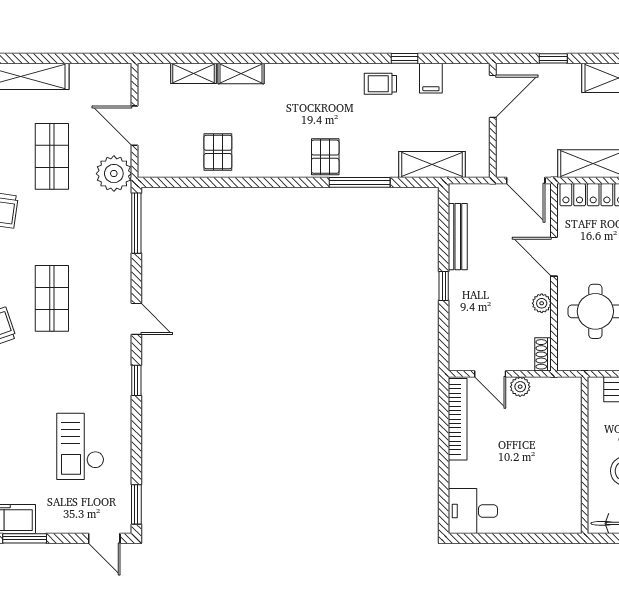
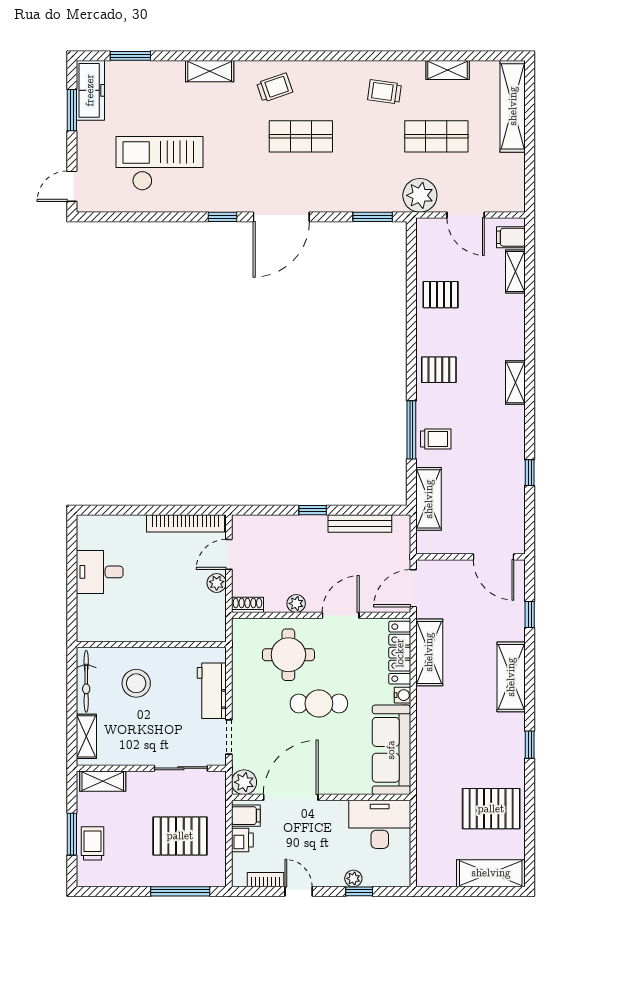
shelving: (241, 73) -> (515, 382), moved
filing cabinet: (431, 78) -> (511, 237), moved
trolley: (380, 84) -> (436, 439), moved, turned 90
door: (134, 126) -> (466, 215), swing flipped
pallet: (325, 157) -> (439, 370), moved
window: (136, 223) -> (373, 217), width x0.69
door: (136, 319) -> (281, 217), width x1.87
checkout: (80, 446) -> (160, 163), width x1.36, depth x1.21
window: (136, 504) -> (104, 217), removed
desk: (473, 511) -> (100, 572), moved, turned -90

